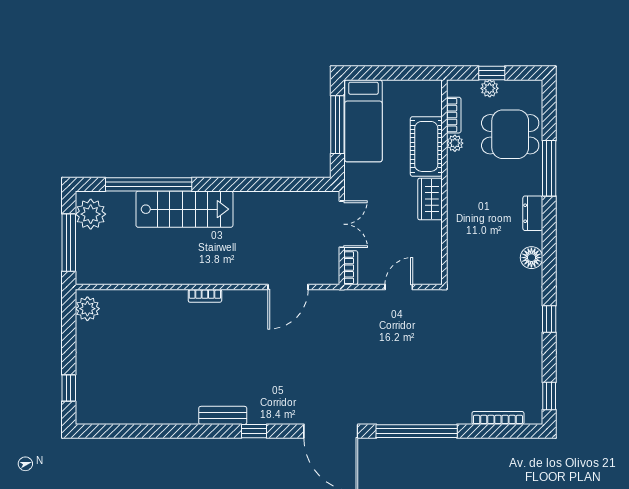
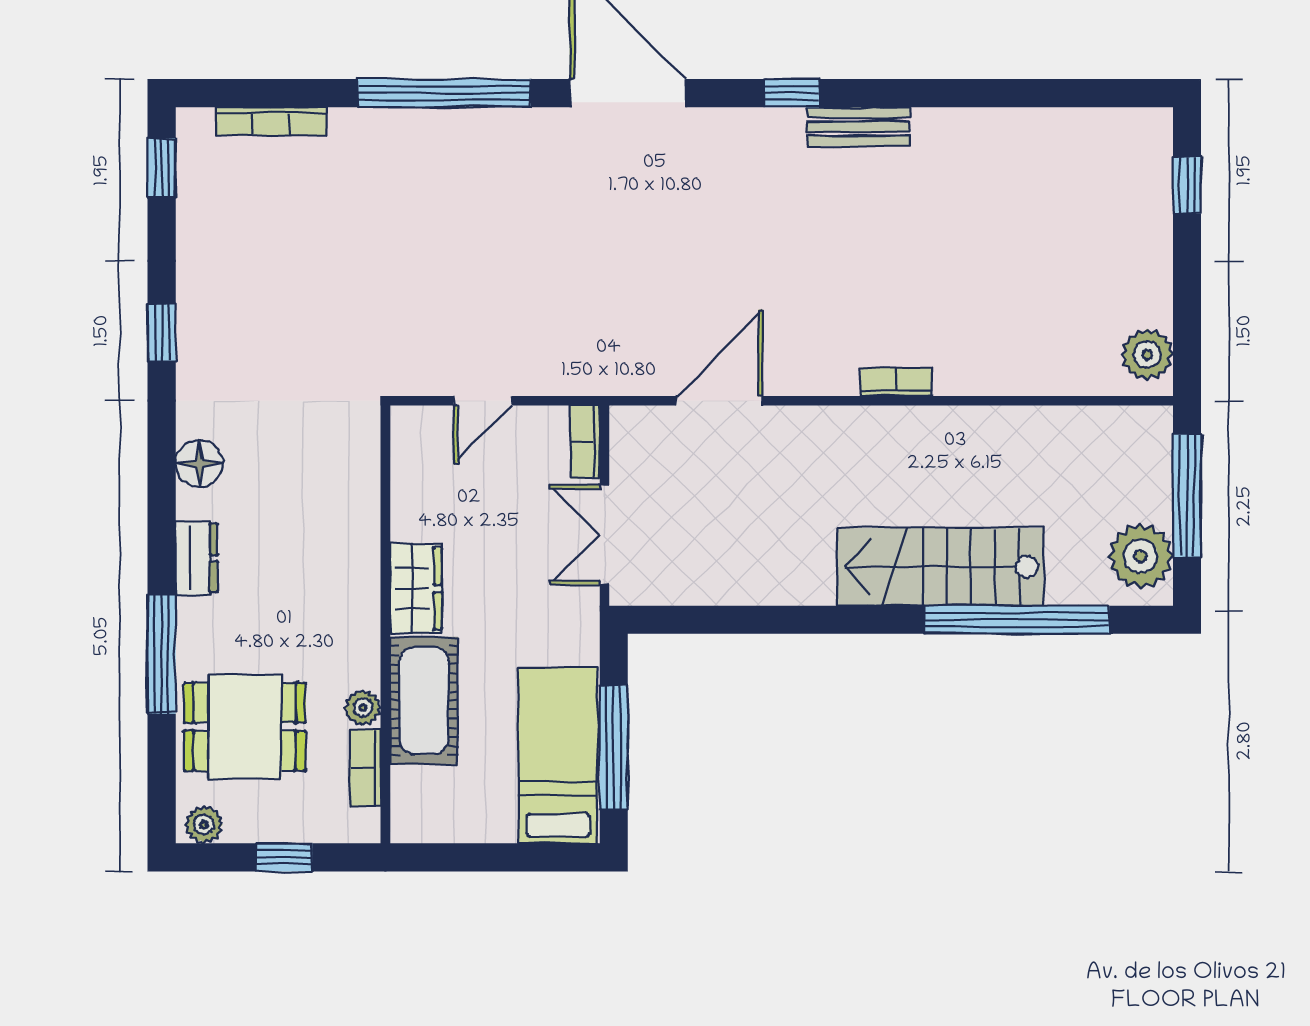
plant: (490, 88) -> (204, 825), moved

